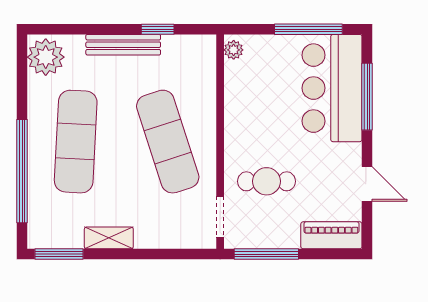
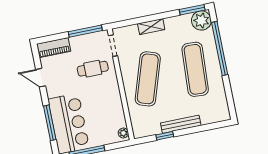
plant: (46, 57) -> (201, 20), moved
exercise mat: (168, 142) -> (148, 79), turned 36
shelving: (109, 238) -> (151, 27), moved

